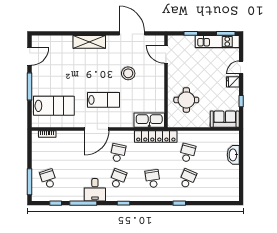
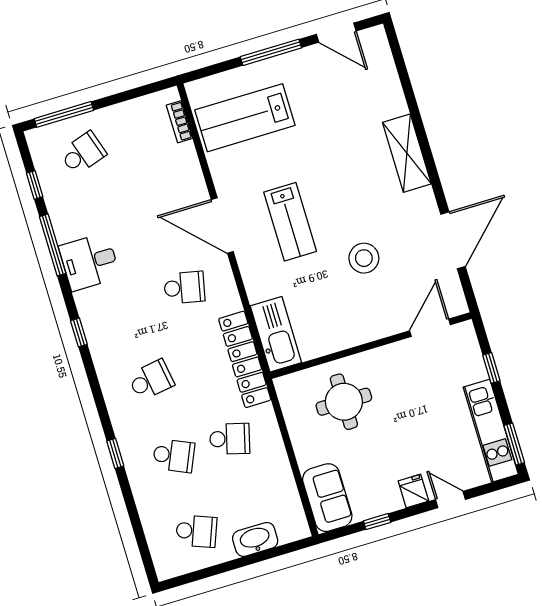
lab bench: (54, 106) -> (245, 118), turned 90
school desk: (118, 179) -> (196, 531), moved

